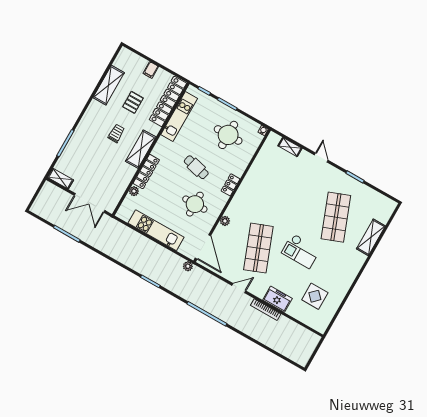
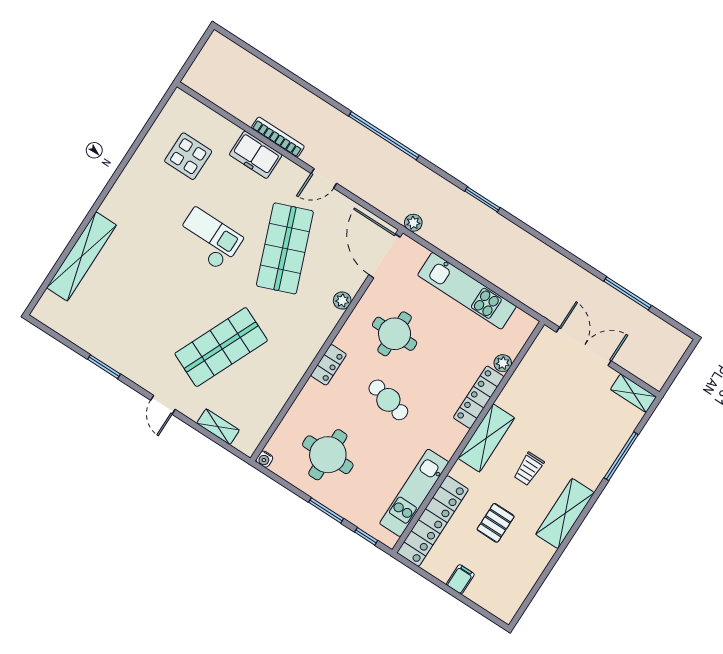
shelving: (109, 85) -> (565, 514), moved
shop shelf: (336, 217) -> (221, 347), moved, turned 45
shelving: (371, 237) -> (82, 256), width x1.47

